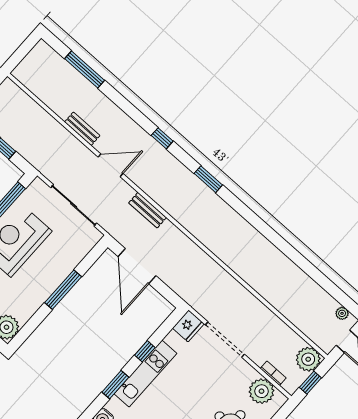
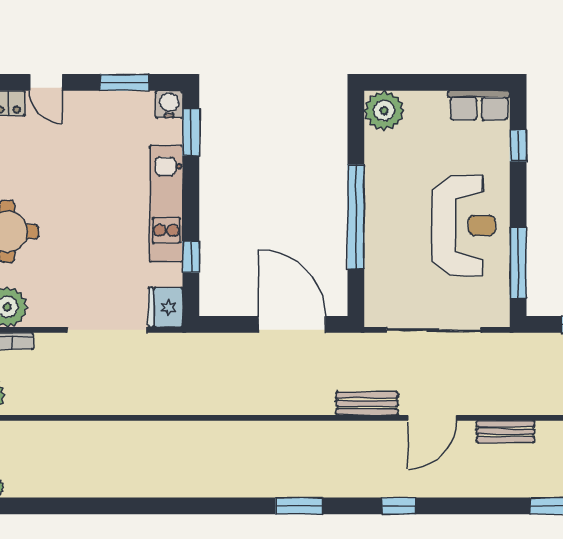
bench: (148, 210) -> (367, 403), moved
window: (63, 290) -> (356, 217), width x1.46
window: (145, 351) -> (191, 257), moved
window: (115, 385) -> (191, 132), moved

